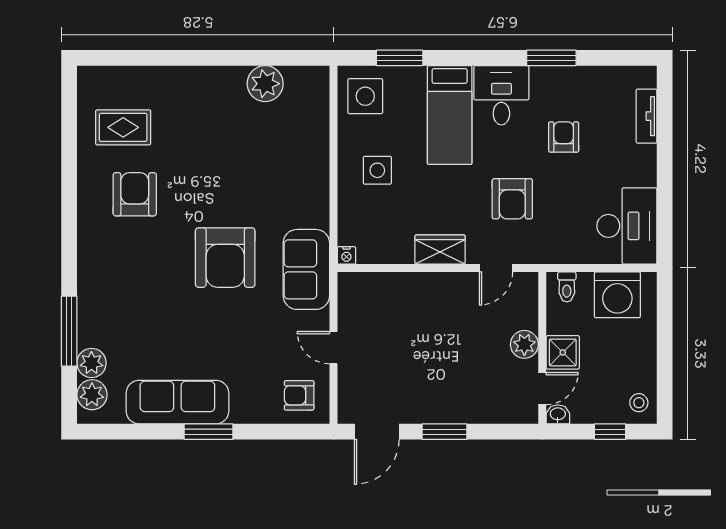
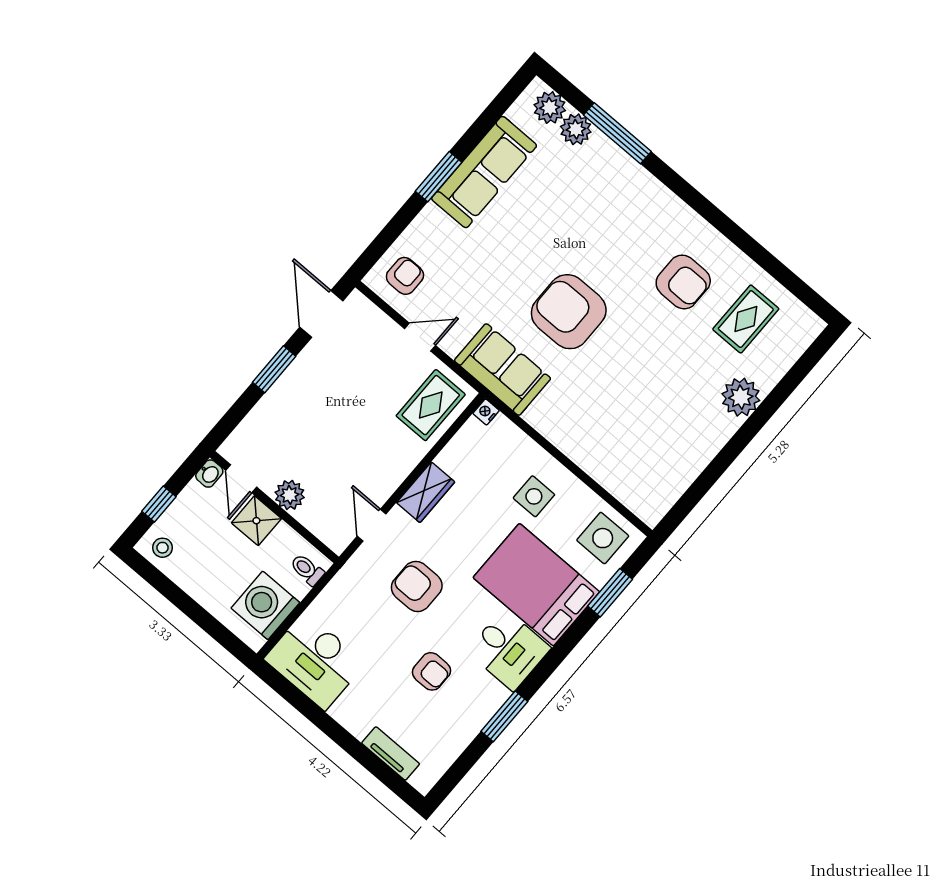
plant: (265, 84) -> (741, 397), moved
bed: (450, 115) -> (536, 585), width x1.50
rug: (375, 299) -> (431, 405), added

